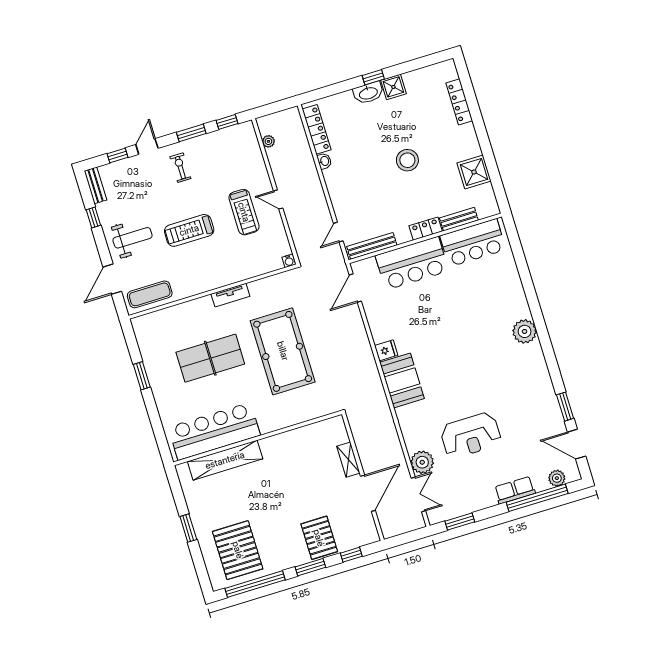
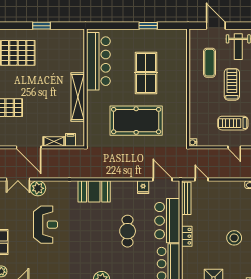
door: (278, 200) -> (234, 147), swing flipped
bench: (459, 219) -> (186, 259), removed
exercise mat: (150, 294) -> (210, 63), moved
tv unit: (230, 295) -> (182, 98), removed
cafe table: (444, 315) -> (128, 231), added
fridge: (386, 350) -> (143, 187), moved
reception desk: (471, 435) -> (46, 225), turned 180
filing cabinet: (339, 437) -> (71, 140), added
shelving: (225, 460) -> (78, 97), moved

